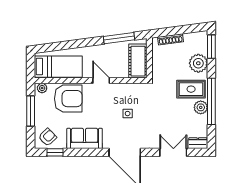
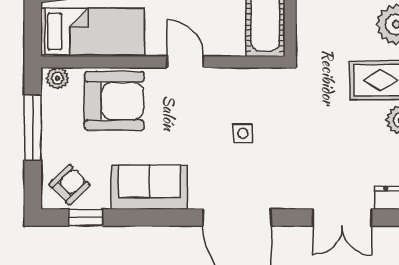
double door: (173, 152) -> (342, 217), swing flipped

